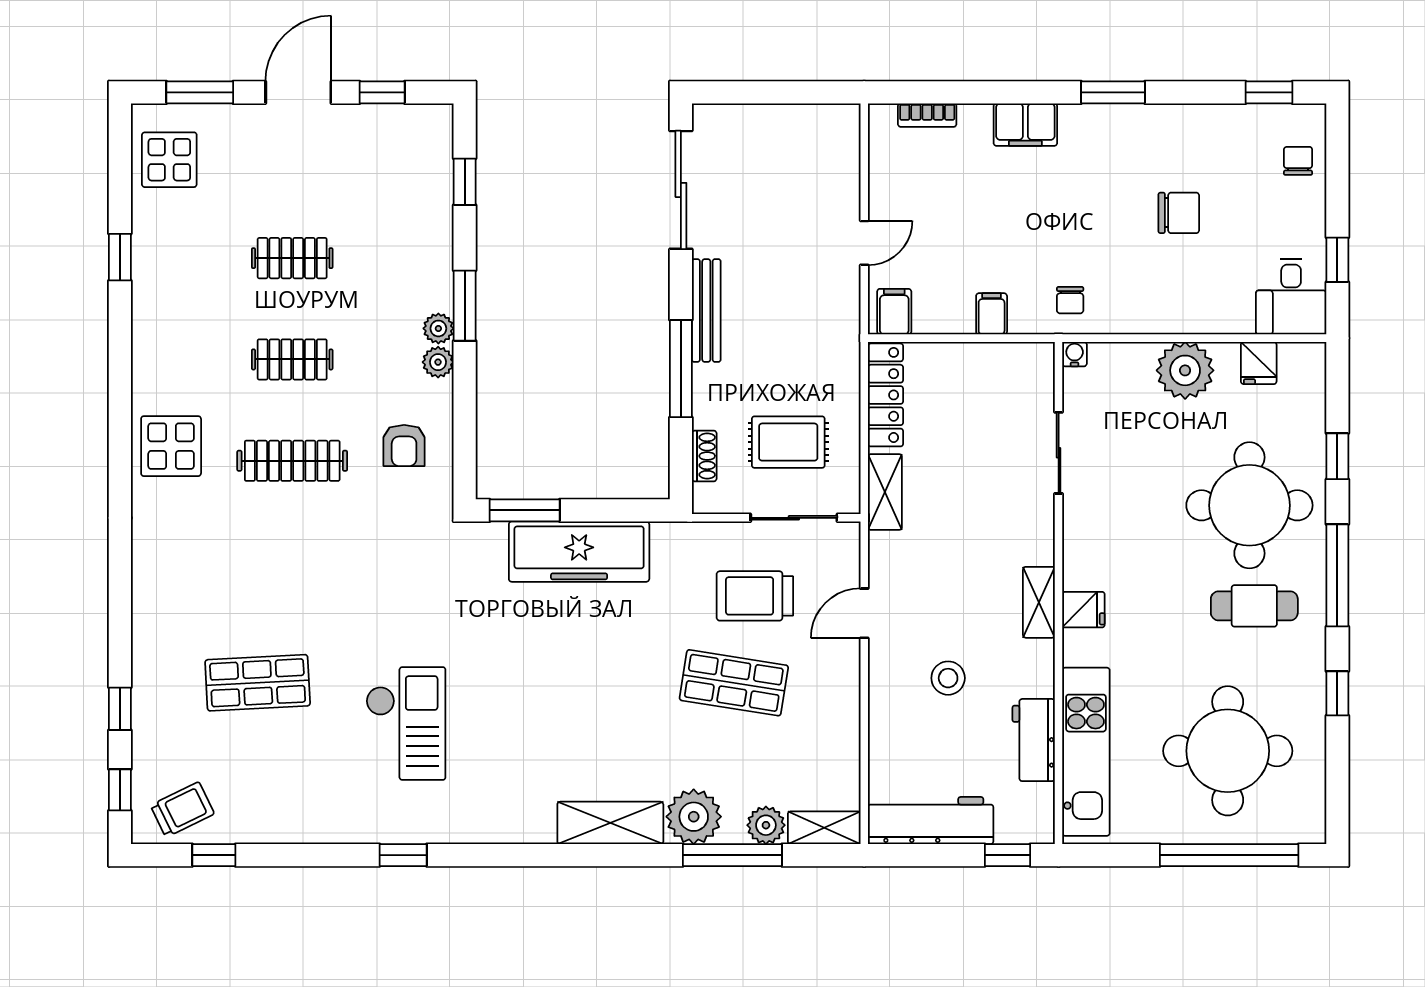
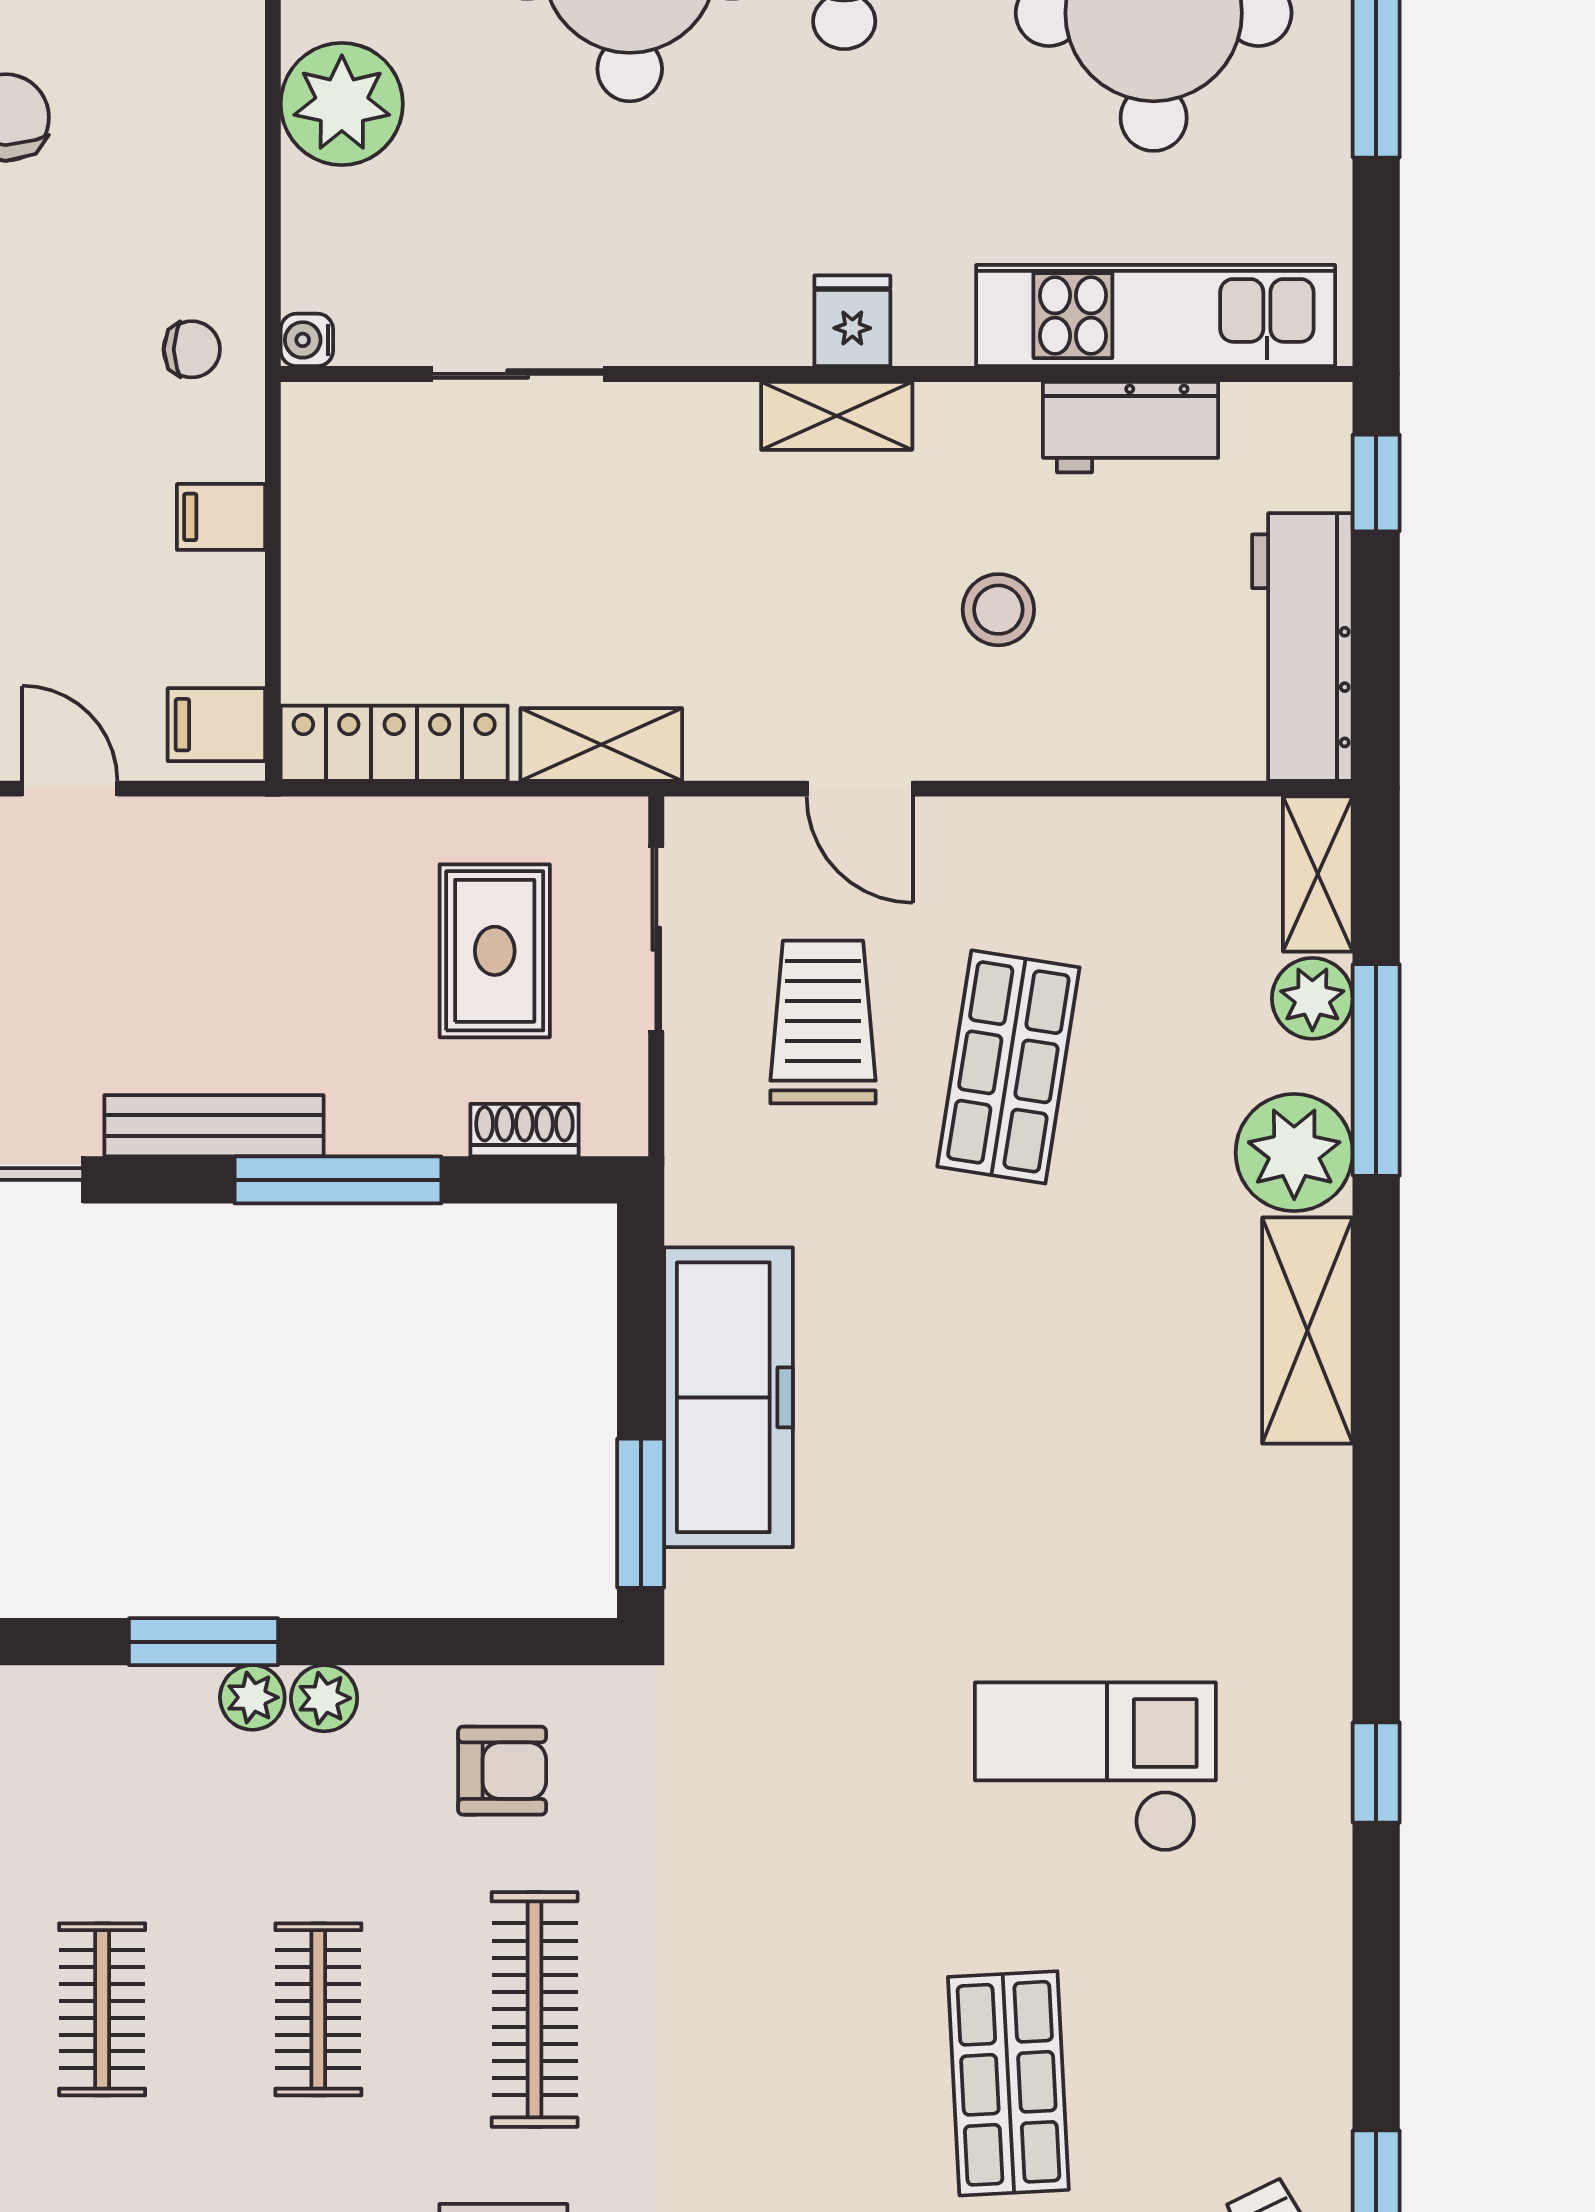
trolley: (755, 596) -> (823, 1022), turned 180

